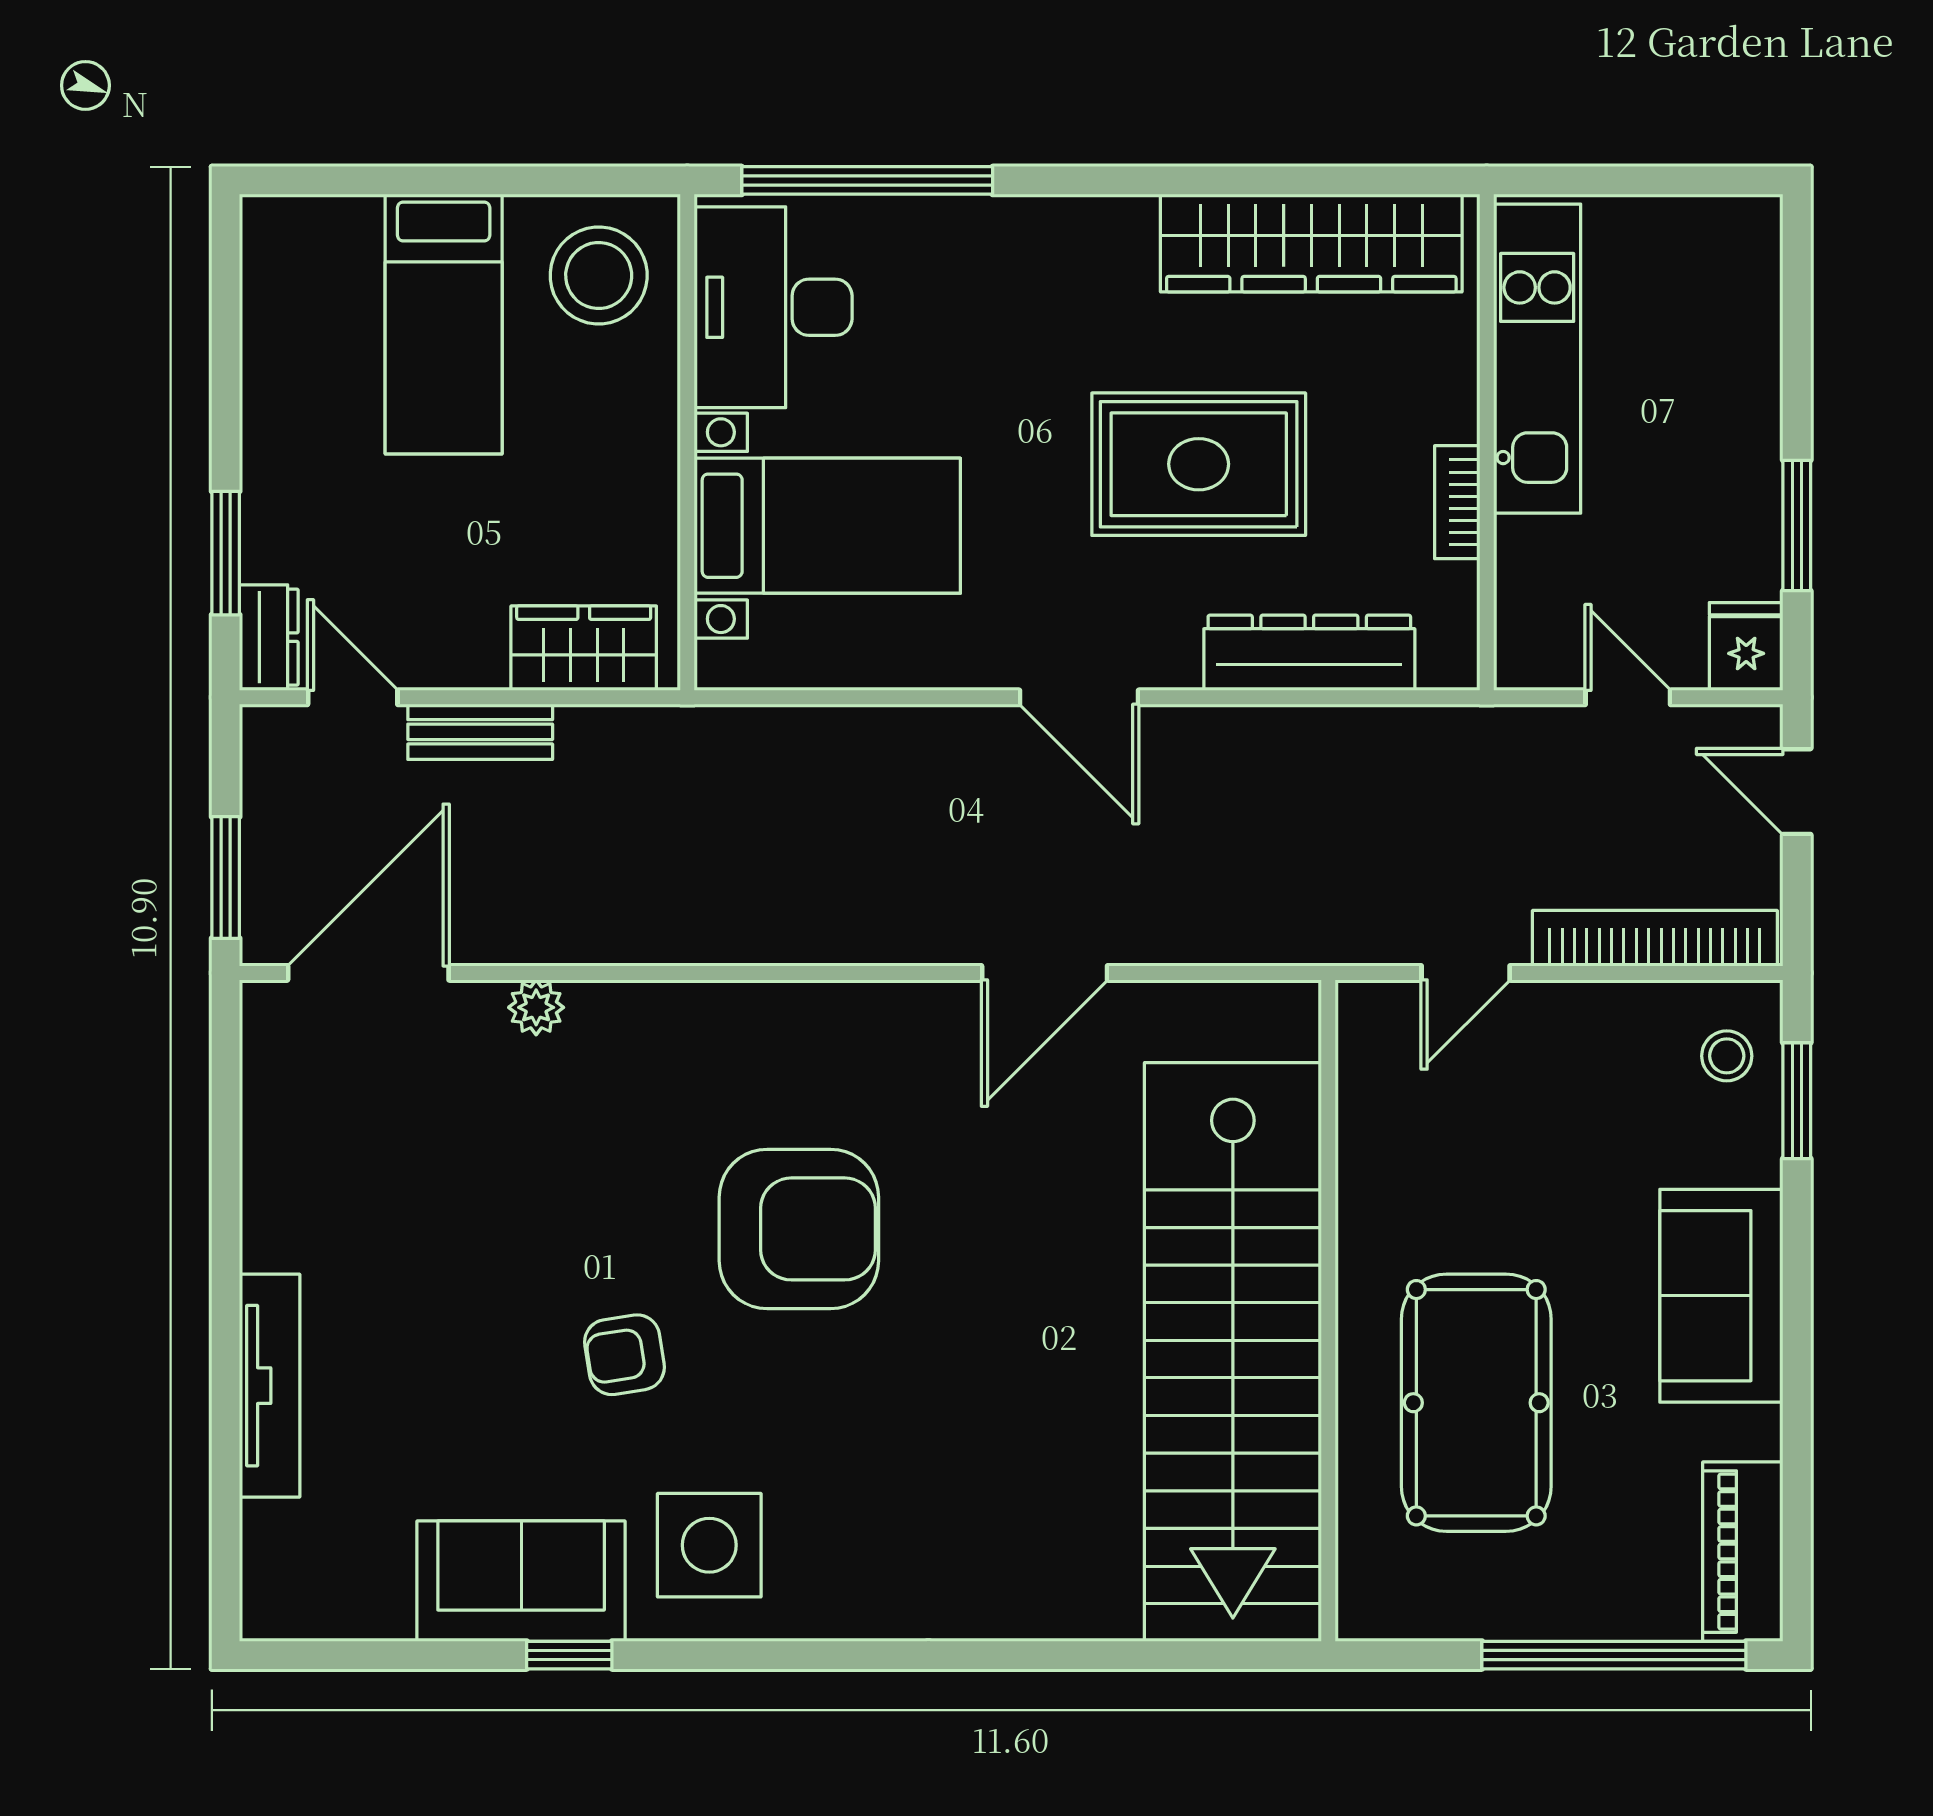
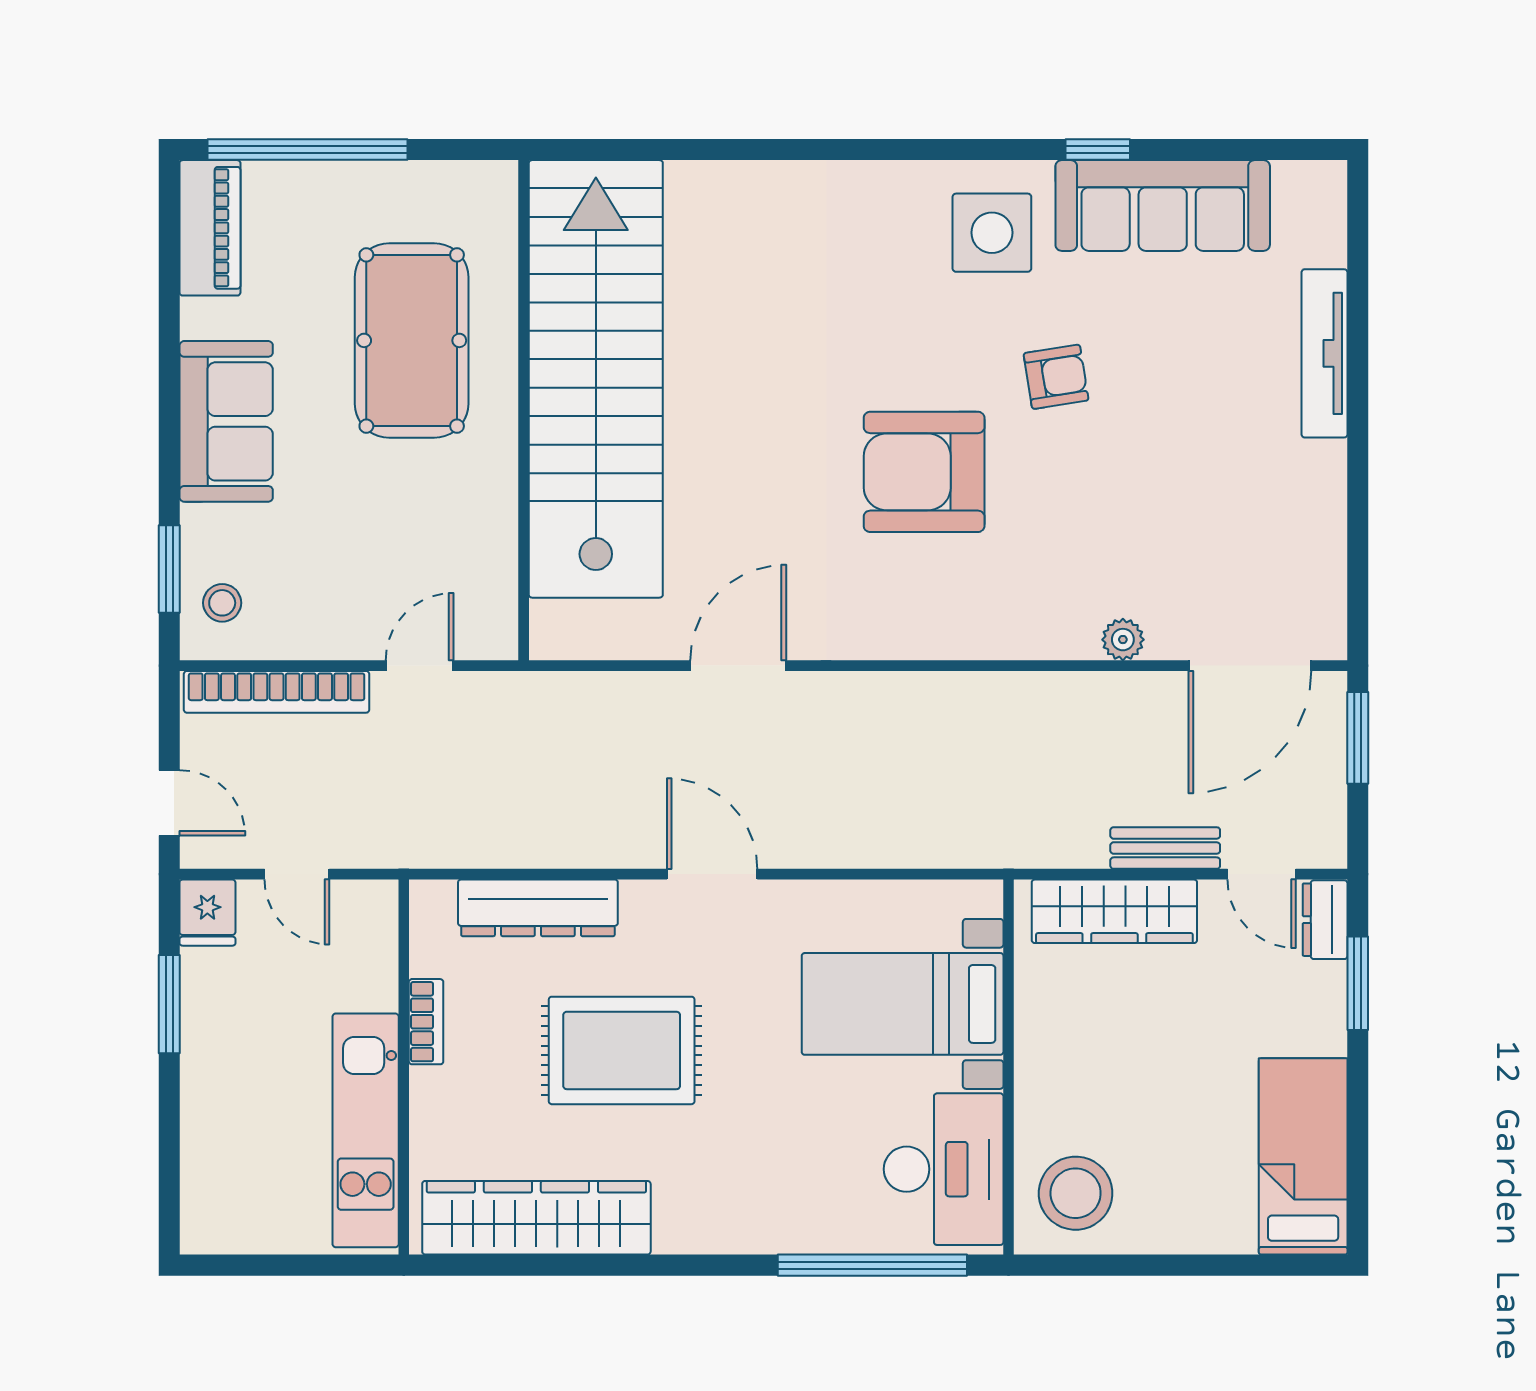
bed: (444, 324) -> (1303, 1156), moved
wardrobe: (584, 648) -> (1114, 911), width x1.50
sofa: (521, 1581) -> (1163, 205), width x1.36

